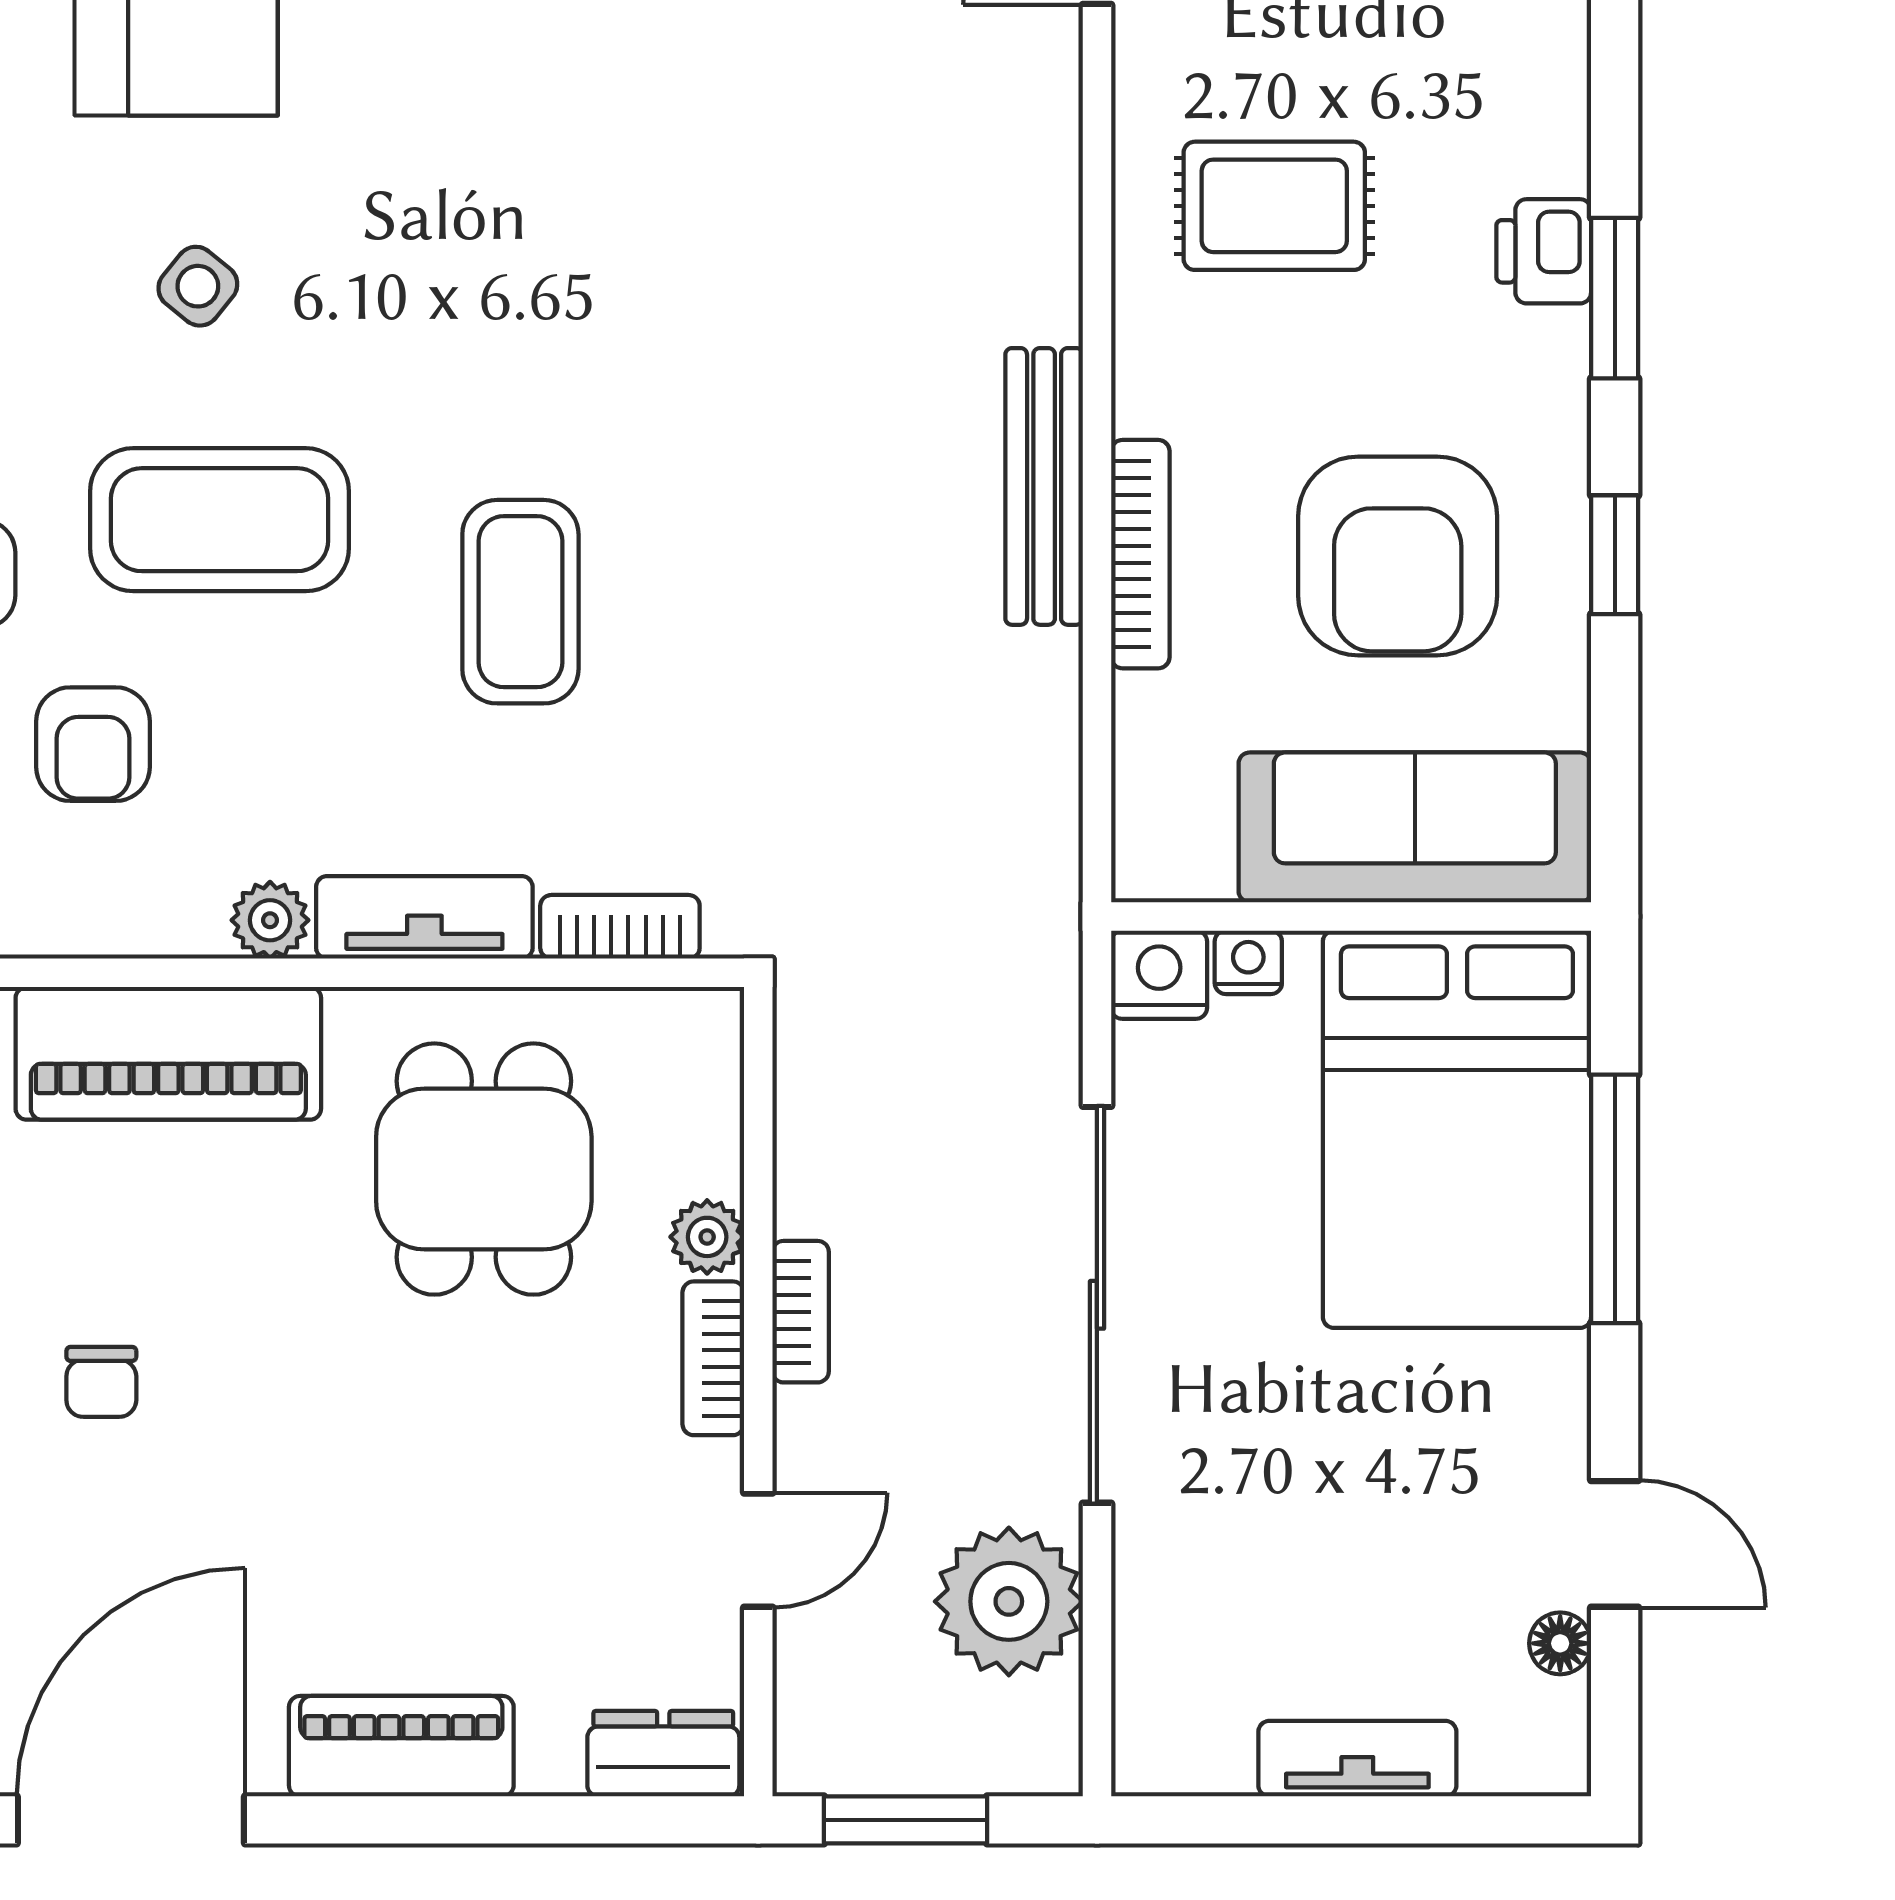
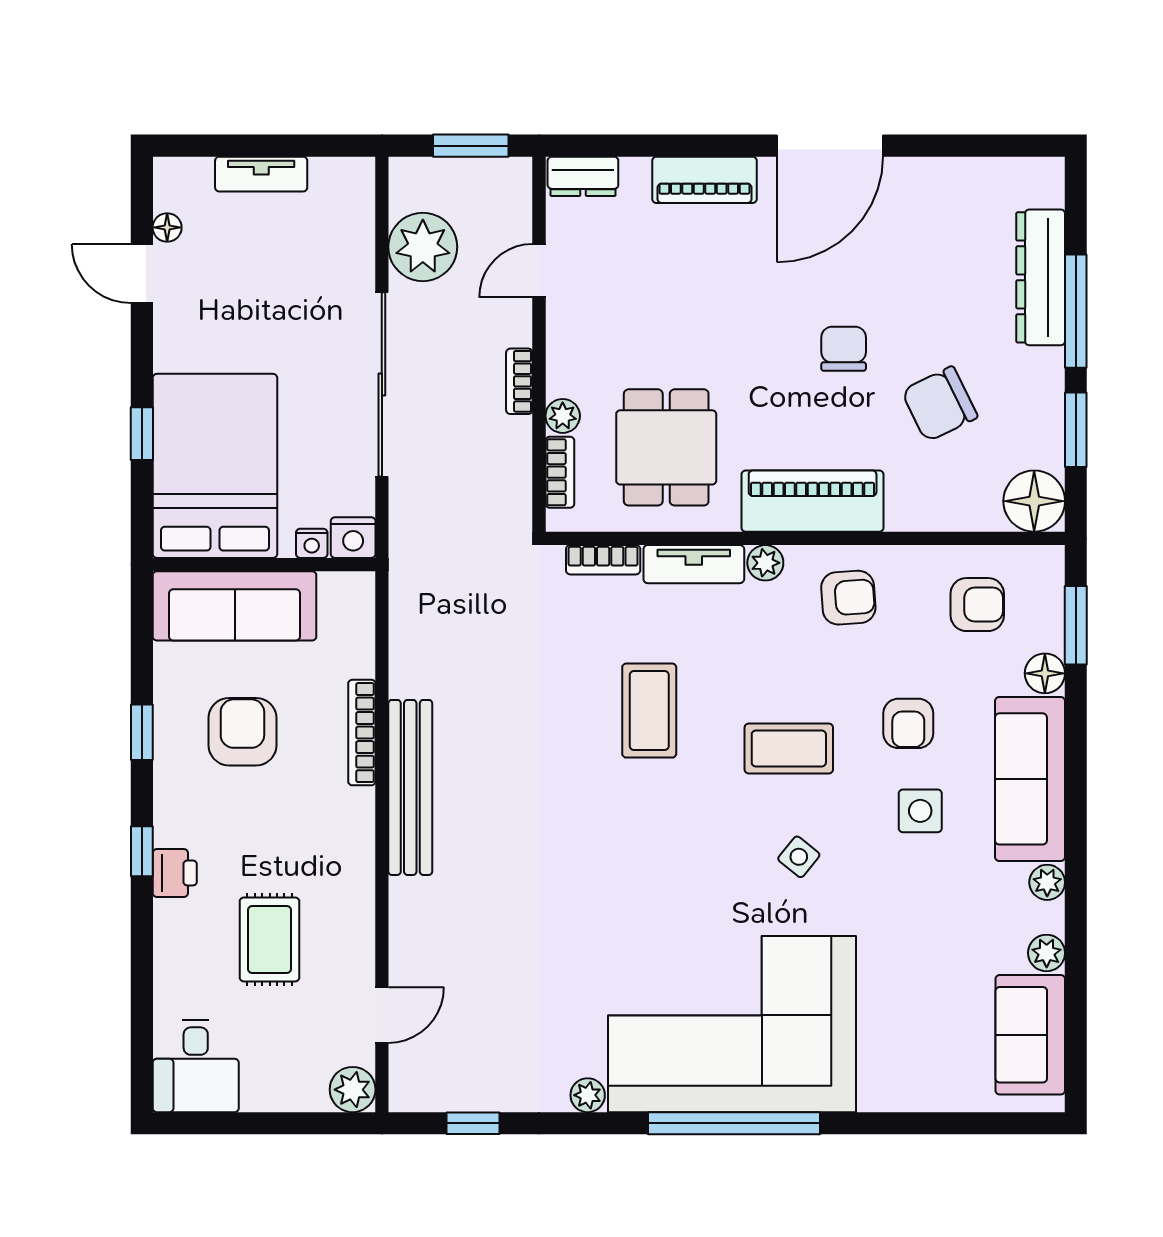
rug: (1274, 206) -> (270, 939), moved, turned 90
window: (1615, 298) -> (142, 851), width x0.67
bench: (1044, 486) -> (410, 787), width x1.37, depth x1.21
coffee table: (219, 520) -> (789, 749), width x0.73, depth x0.76
armchair: (1398, 556) -> (242, 732), width x0.73, depth x0.73
armchair: (93, 744) -> (848, 598), moved, turned 86
window: (1615, 1199) -> (142, 434), width x0.46
bookcase: (713, 1358) -> (560, 472), moved
chair: (101, 1382) -> (844, 349), width x1.37, depth x1.37

